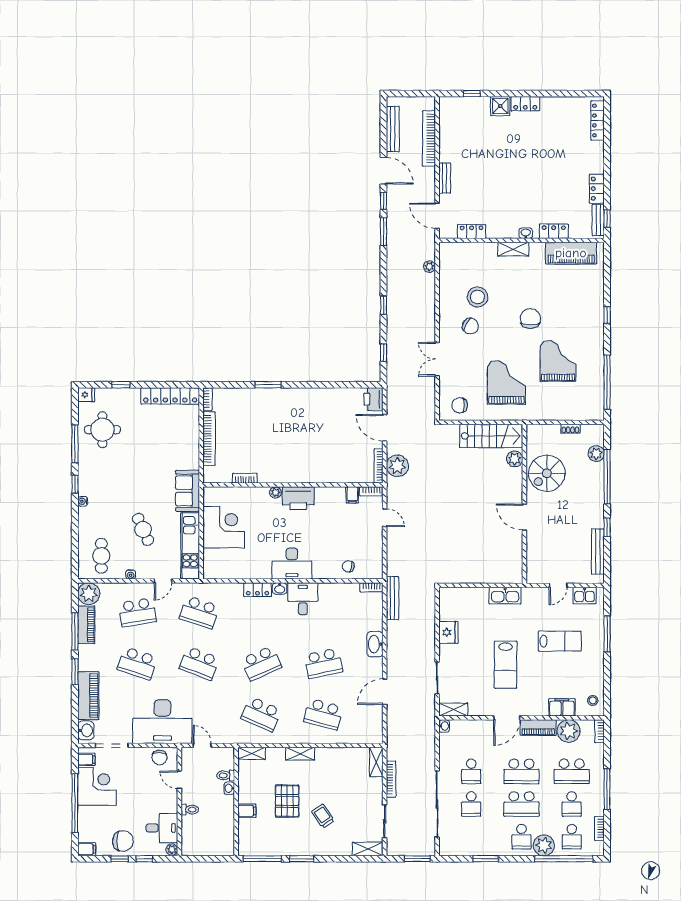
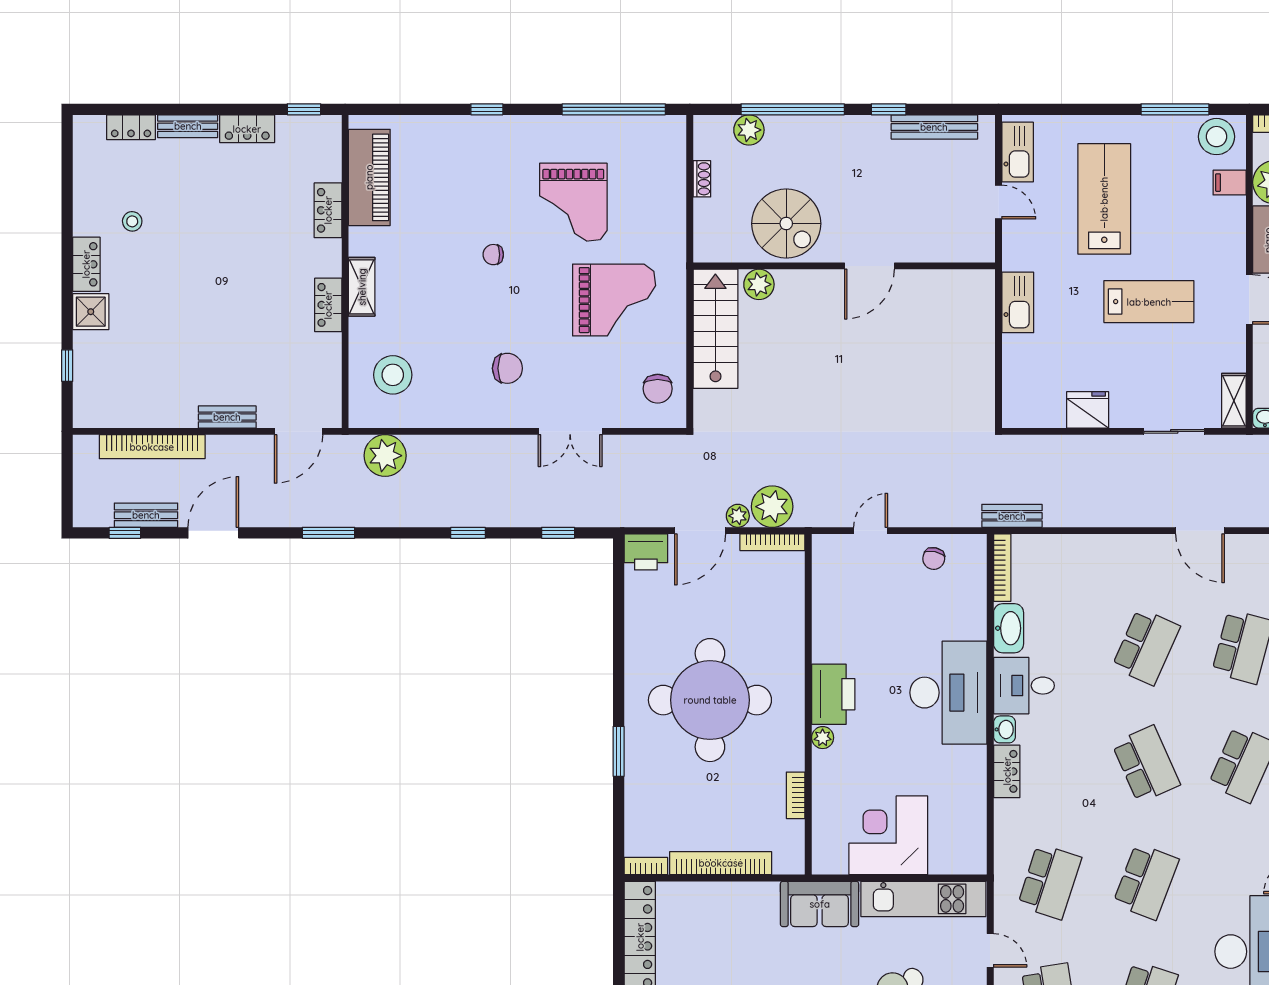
locker: (598, 121) -> (131, 127), width x0.66
stool: (548, 128) -> (132, 221), added
bench: (393, 129) -> (146, 515), width x0.73
window: (383, 201) -> (125, 533), moved
bench: (598, 220) -> (188, 126), moved
locker: (472, 231) -> (328, 305), moved
washbasin: (526, 233) -> (332, 263), removed
plant: (429, 267) -> (385, 456), width x1.87, depth x1.87
stool: (478, 297) -> (393, 375), moved
chair: (530, 319) -> (493, 255), width x0.54, depth x0.54
chair: (470, 326) -> (507, 368), turned 60
grand piano: (558, 361) -> (573, 202), turned -90
grand piano: (506, 382) -> (614, 300), turned 180
round table: (295, 433) -> (710, 700), added
plant: (392, 448) -> (738, 516), added
bookcase: (371, 491) -> (820, 556), removed
filing cabinet: (352, 495) -> (827, 592), removed
desk: (292, 564) -> (948, 693), width x1.36, depth x1.30
chair: (348, 566) -> (934, 559), moved
bookcase: (371, 587) -> (1002, 568), width x1.56
kitchen sink: (585, 595) -> (1018, 152), width x1.38
bench: (392, 598) -> (1012, 516), width x0.73
window: (607, 634) -> (1175, 109), moved
lab bench: (560, 641) -> (1104, 199), width x1.36, depth x1.39
washbasin: (375, 644) -> (1009, 628), moved, turned -90
school desk: (323, 663) -> (1146, 647), turned 36
stool: (593, 700) -> (1217, 137), width x1.89, depth x1.89
filing cabinet: (562, 707) -> (1230, 183), width x0.50

